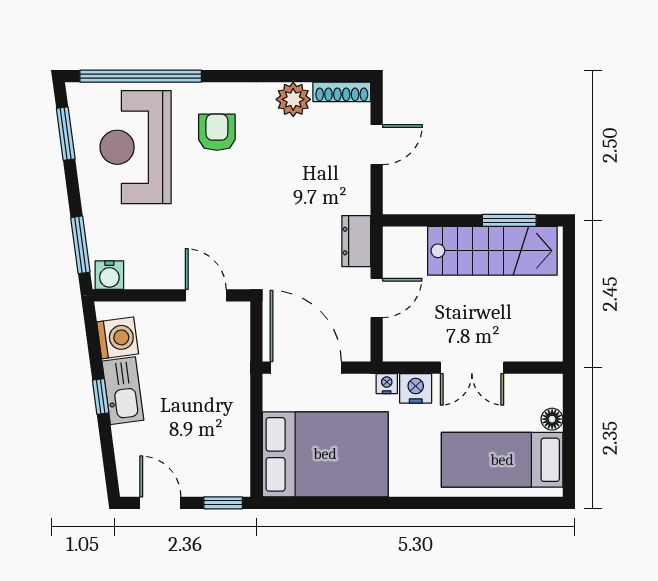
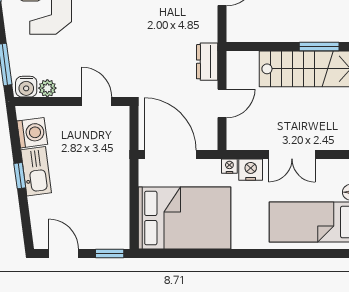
plant: (138, 277) -> (47, 88), added

